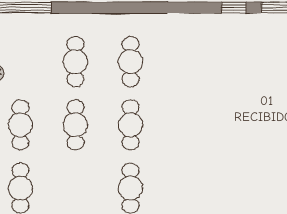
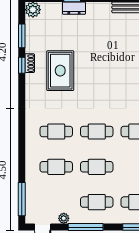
shoe rack: (237, 20) -> (30, 63), added
rug: (226, 68) -> (60, 71), added

